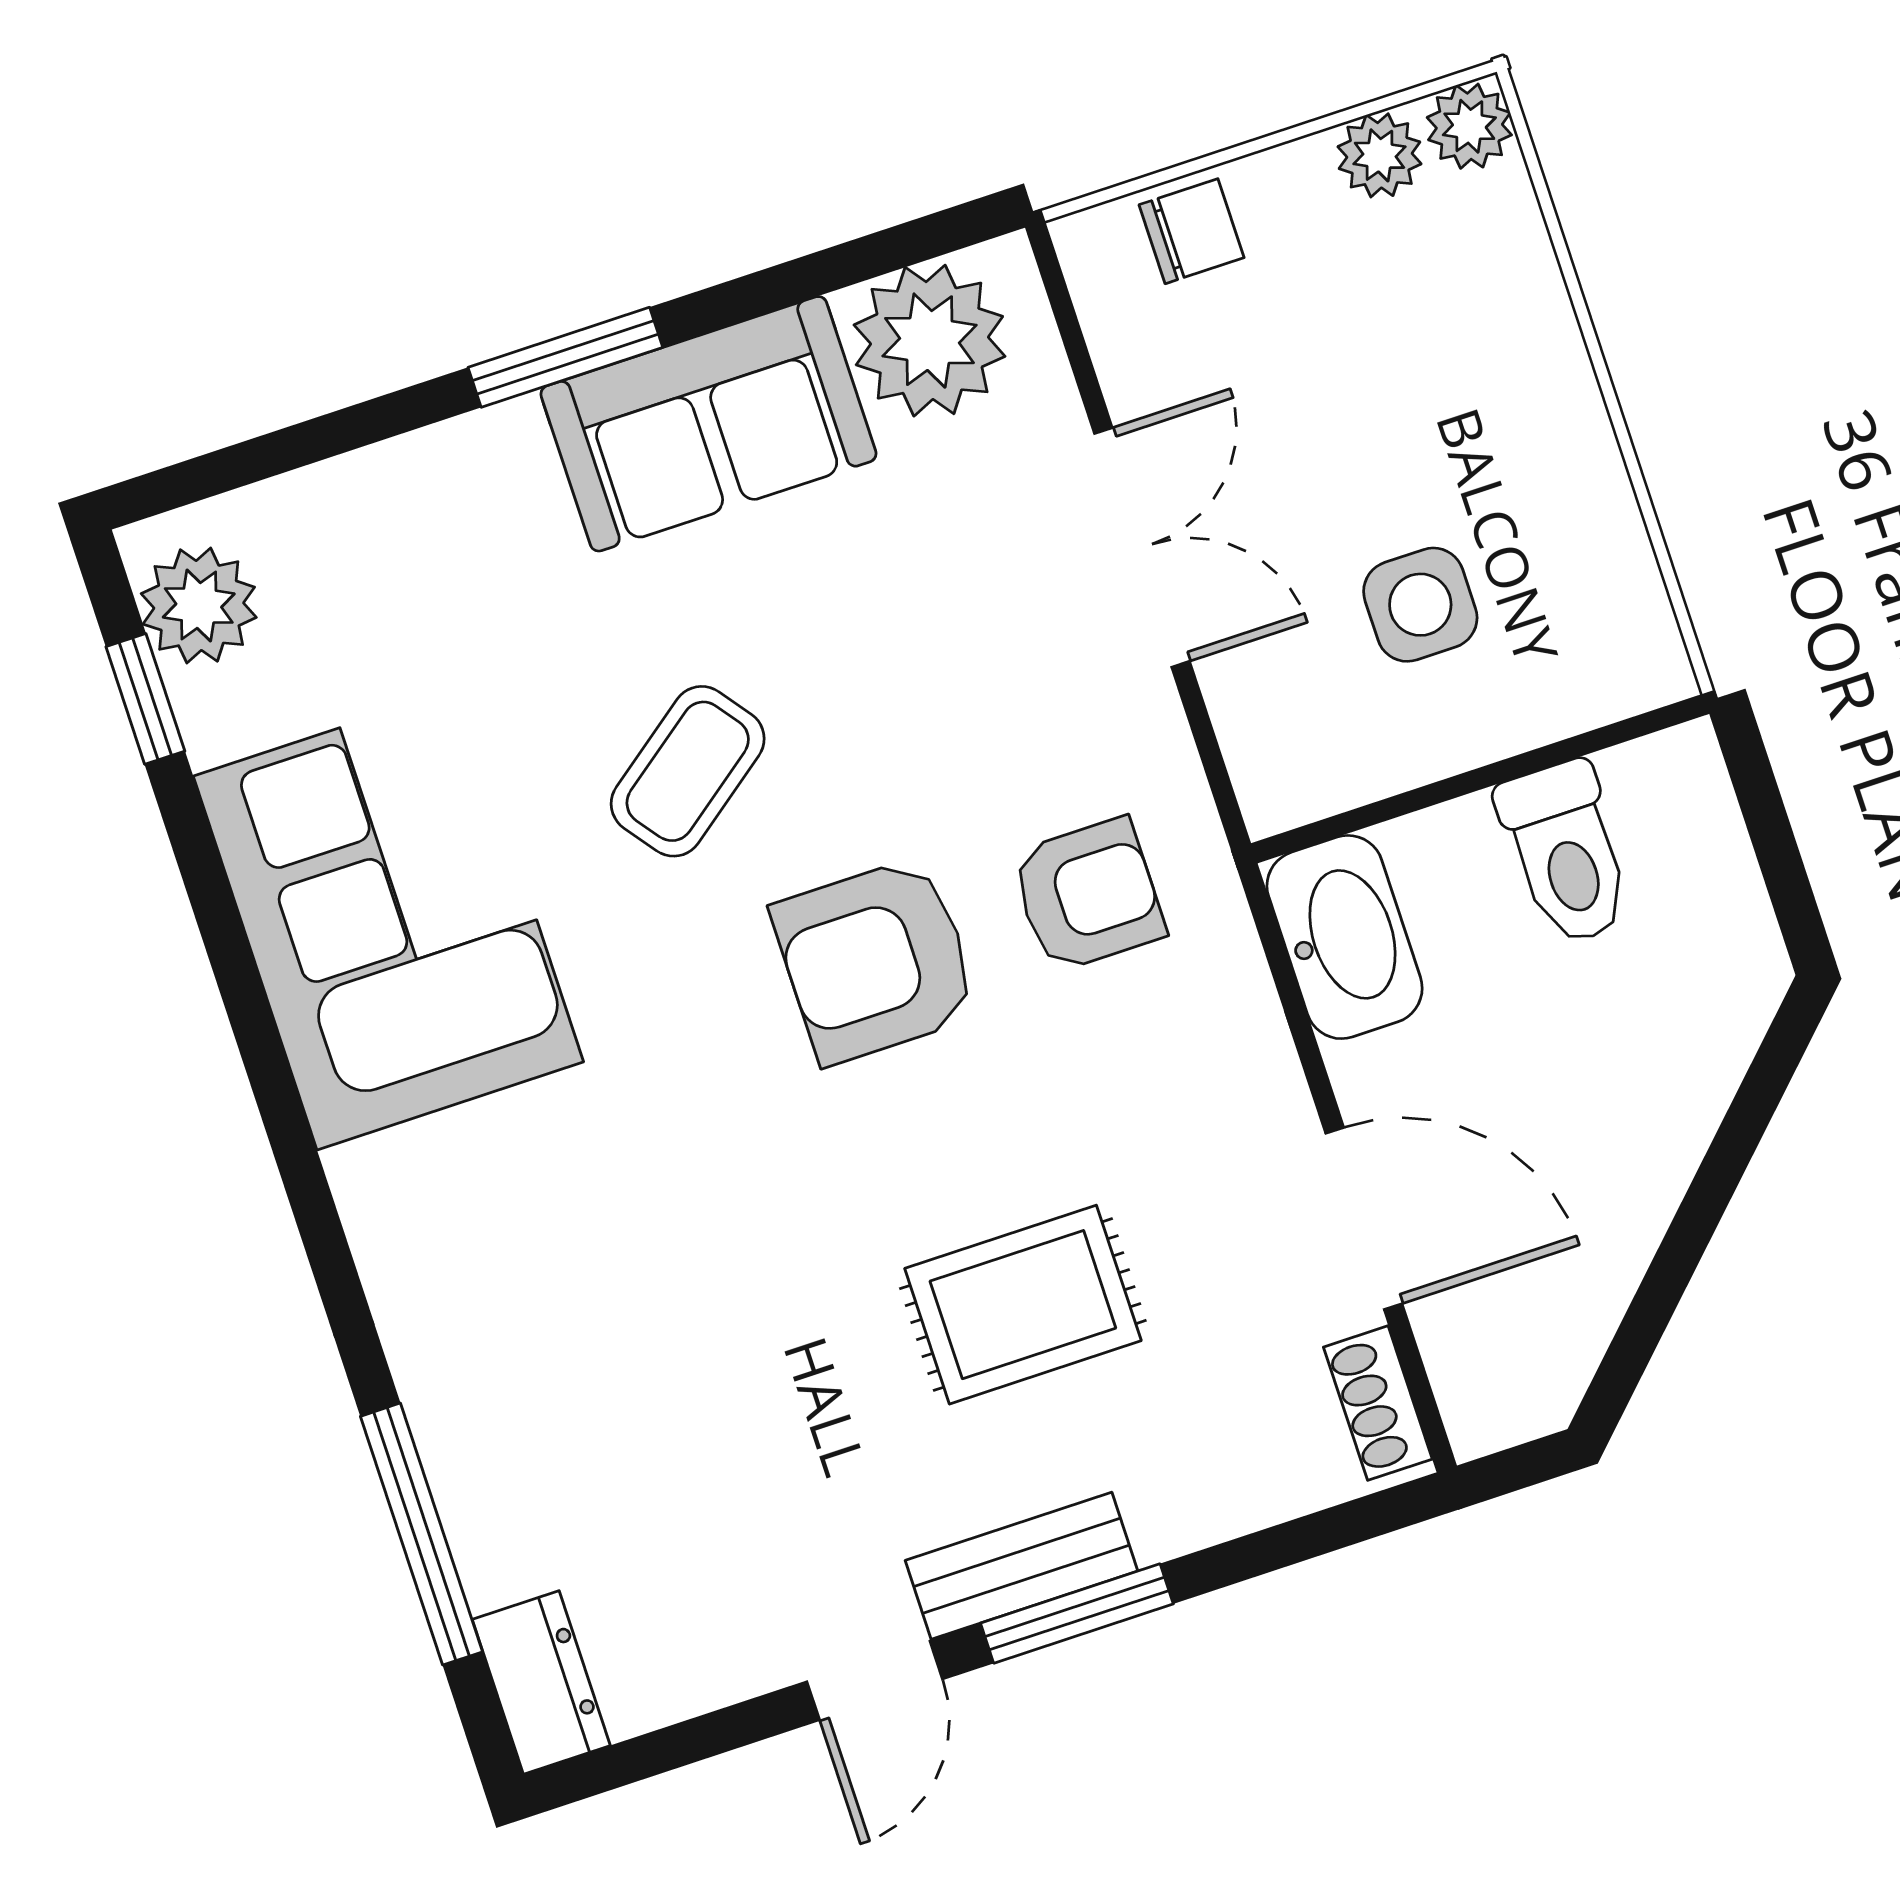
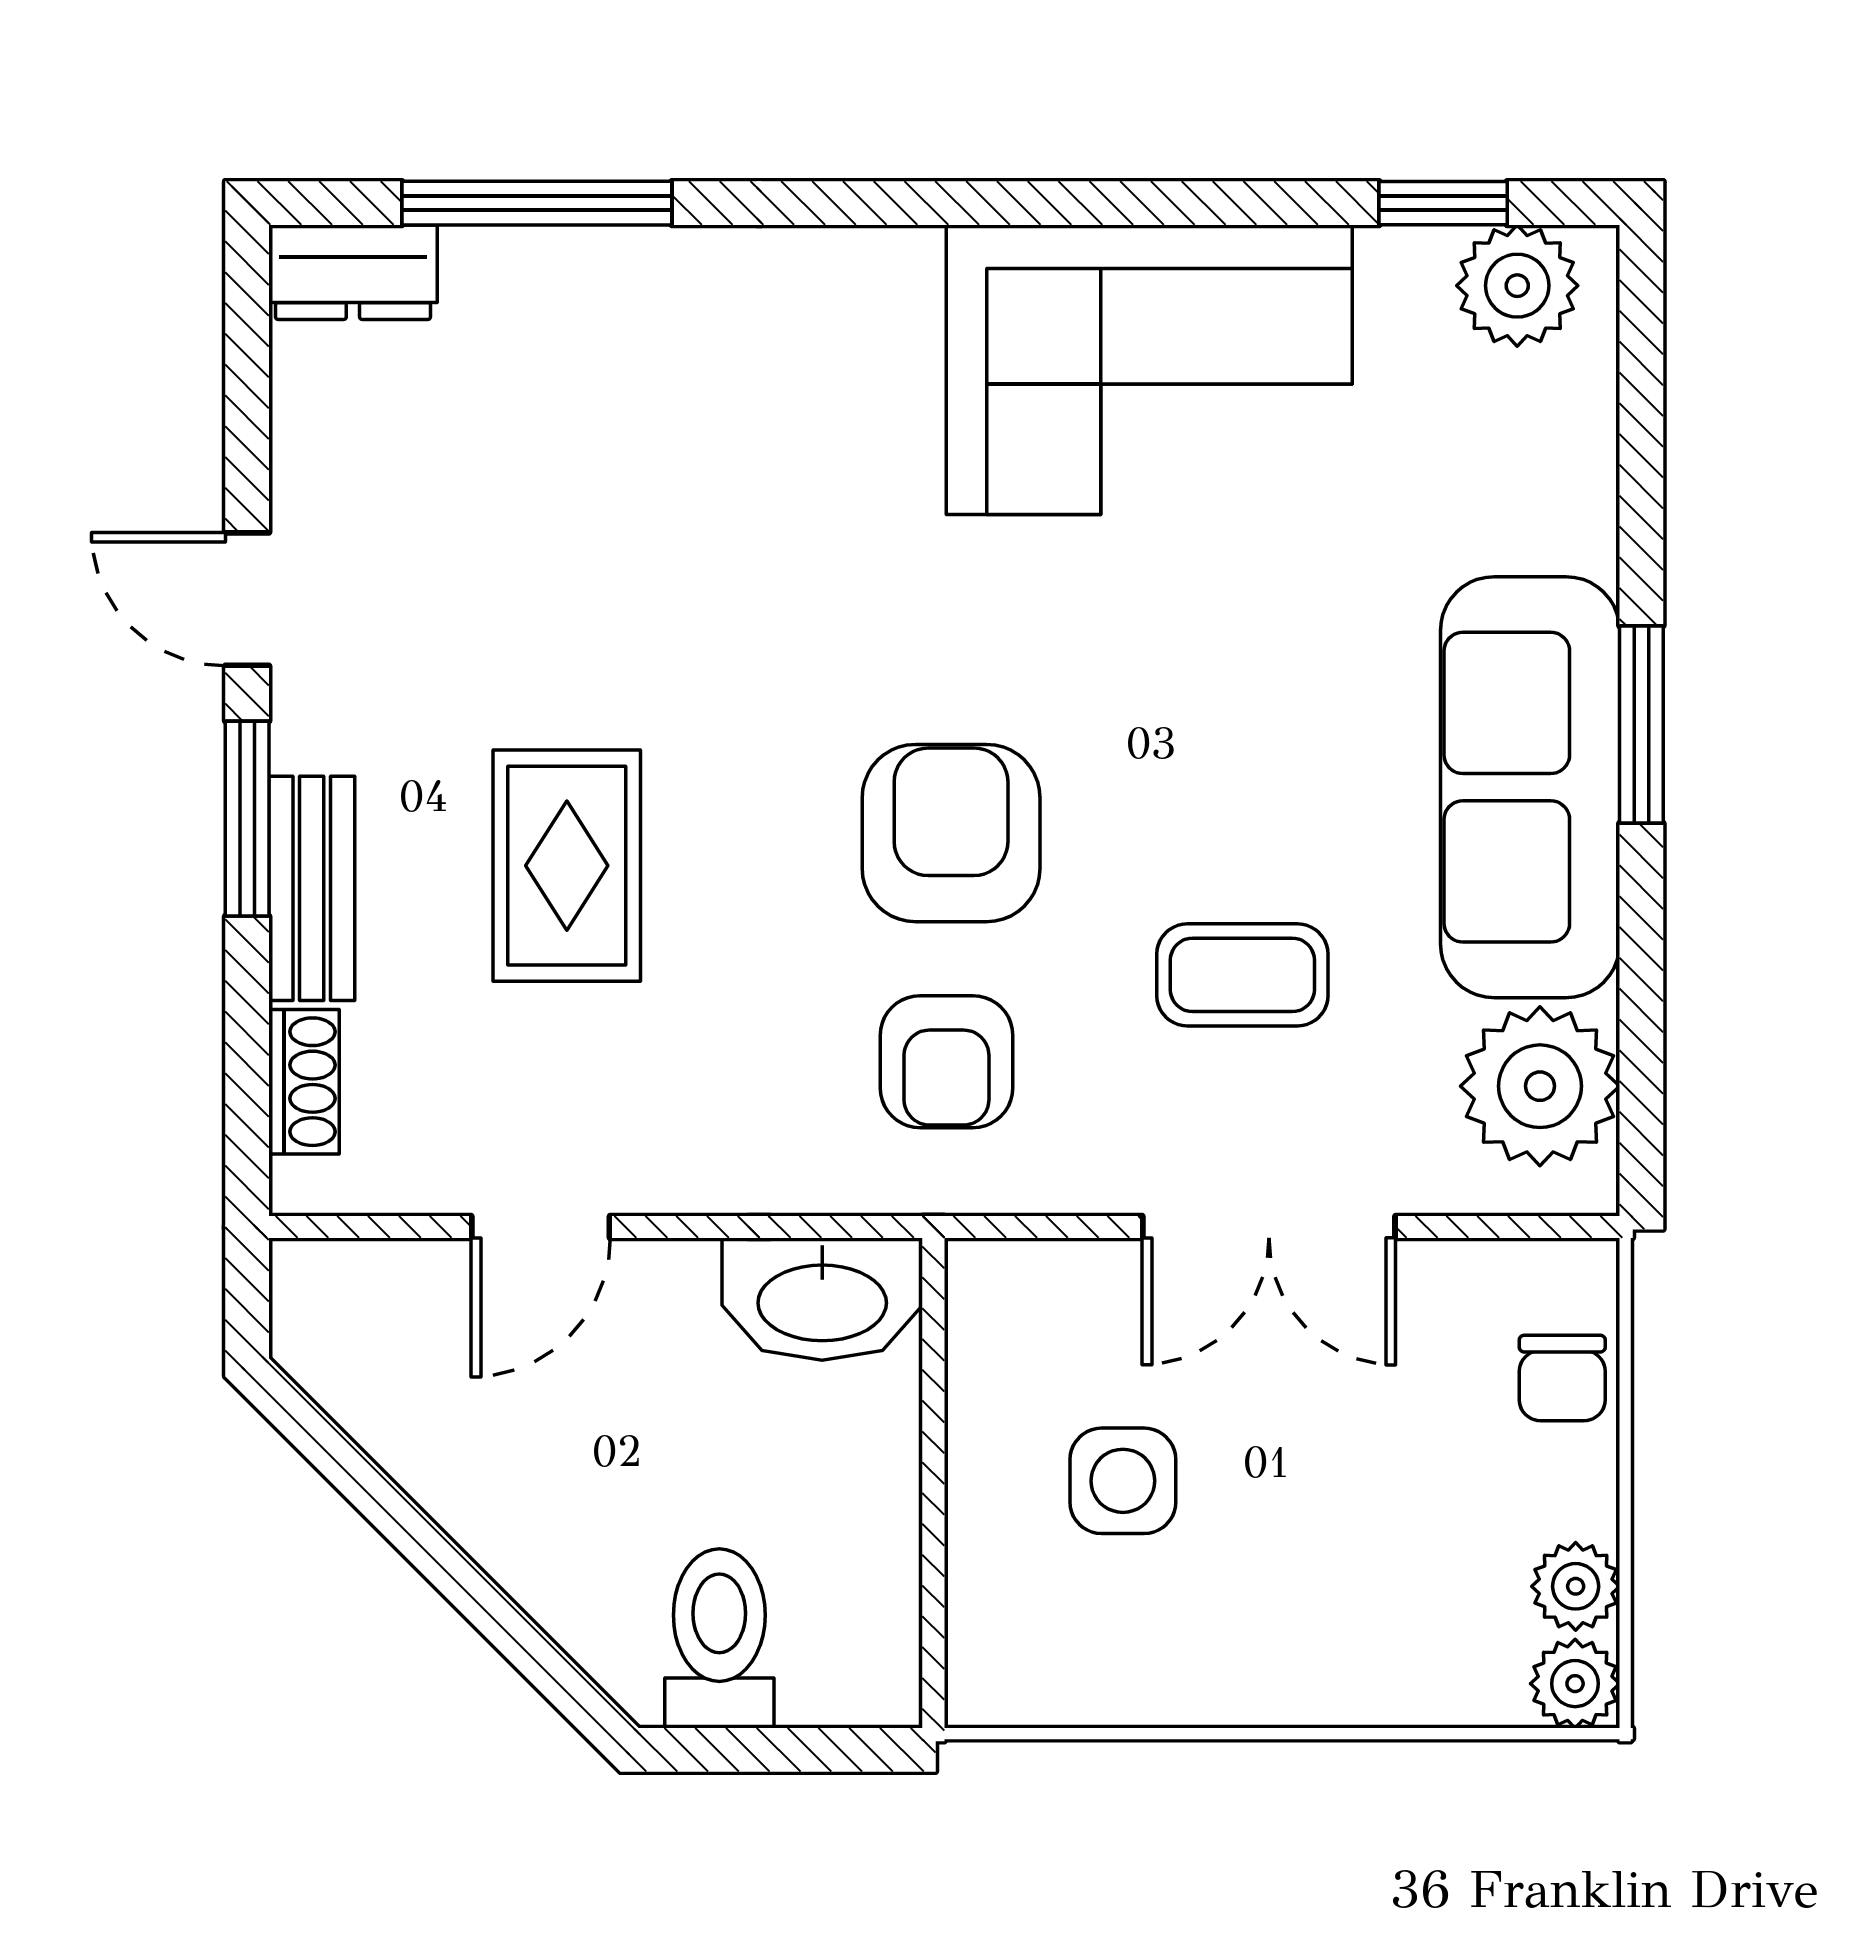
sofa: (708, 424) -> (1530, 787), width x1.36
coffee table: (688, 771) -> (1242, 975), moved, turned -53
toilet: (1566, 853) -> (719, 1638), moved, turned 90
door: (1364, 1218) -> (541, 1227), width x0.73
shoe rack: (1378, 1403) -> (304, 1082), moved, turned 90
bench: (1022, 1566) -> (312, 888), moved

